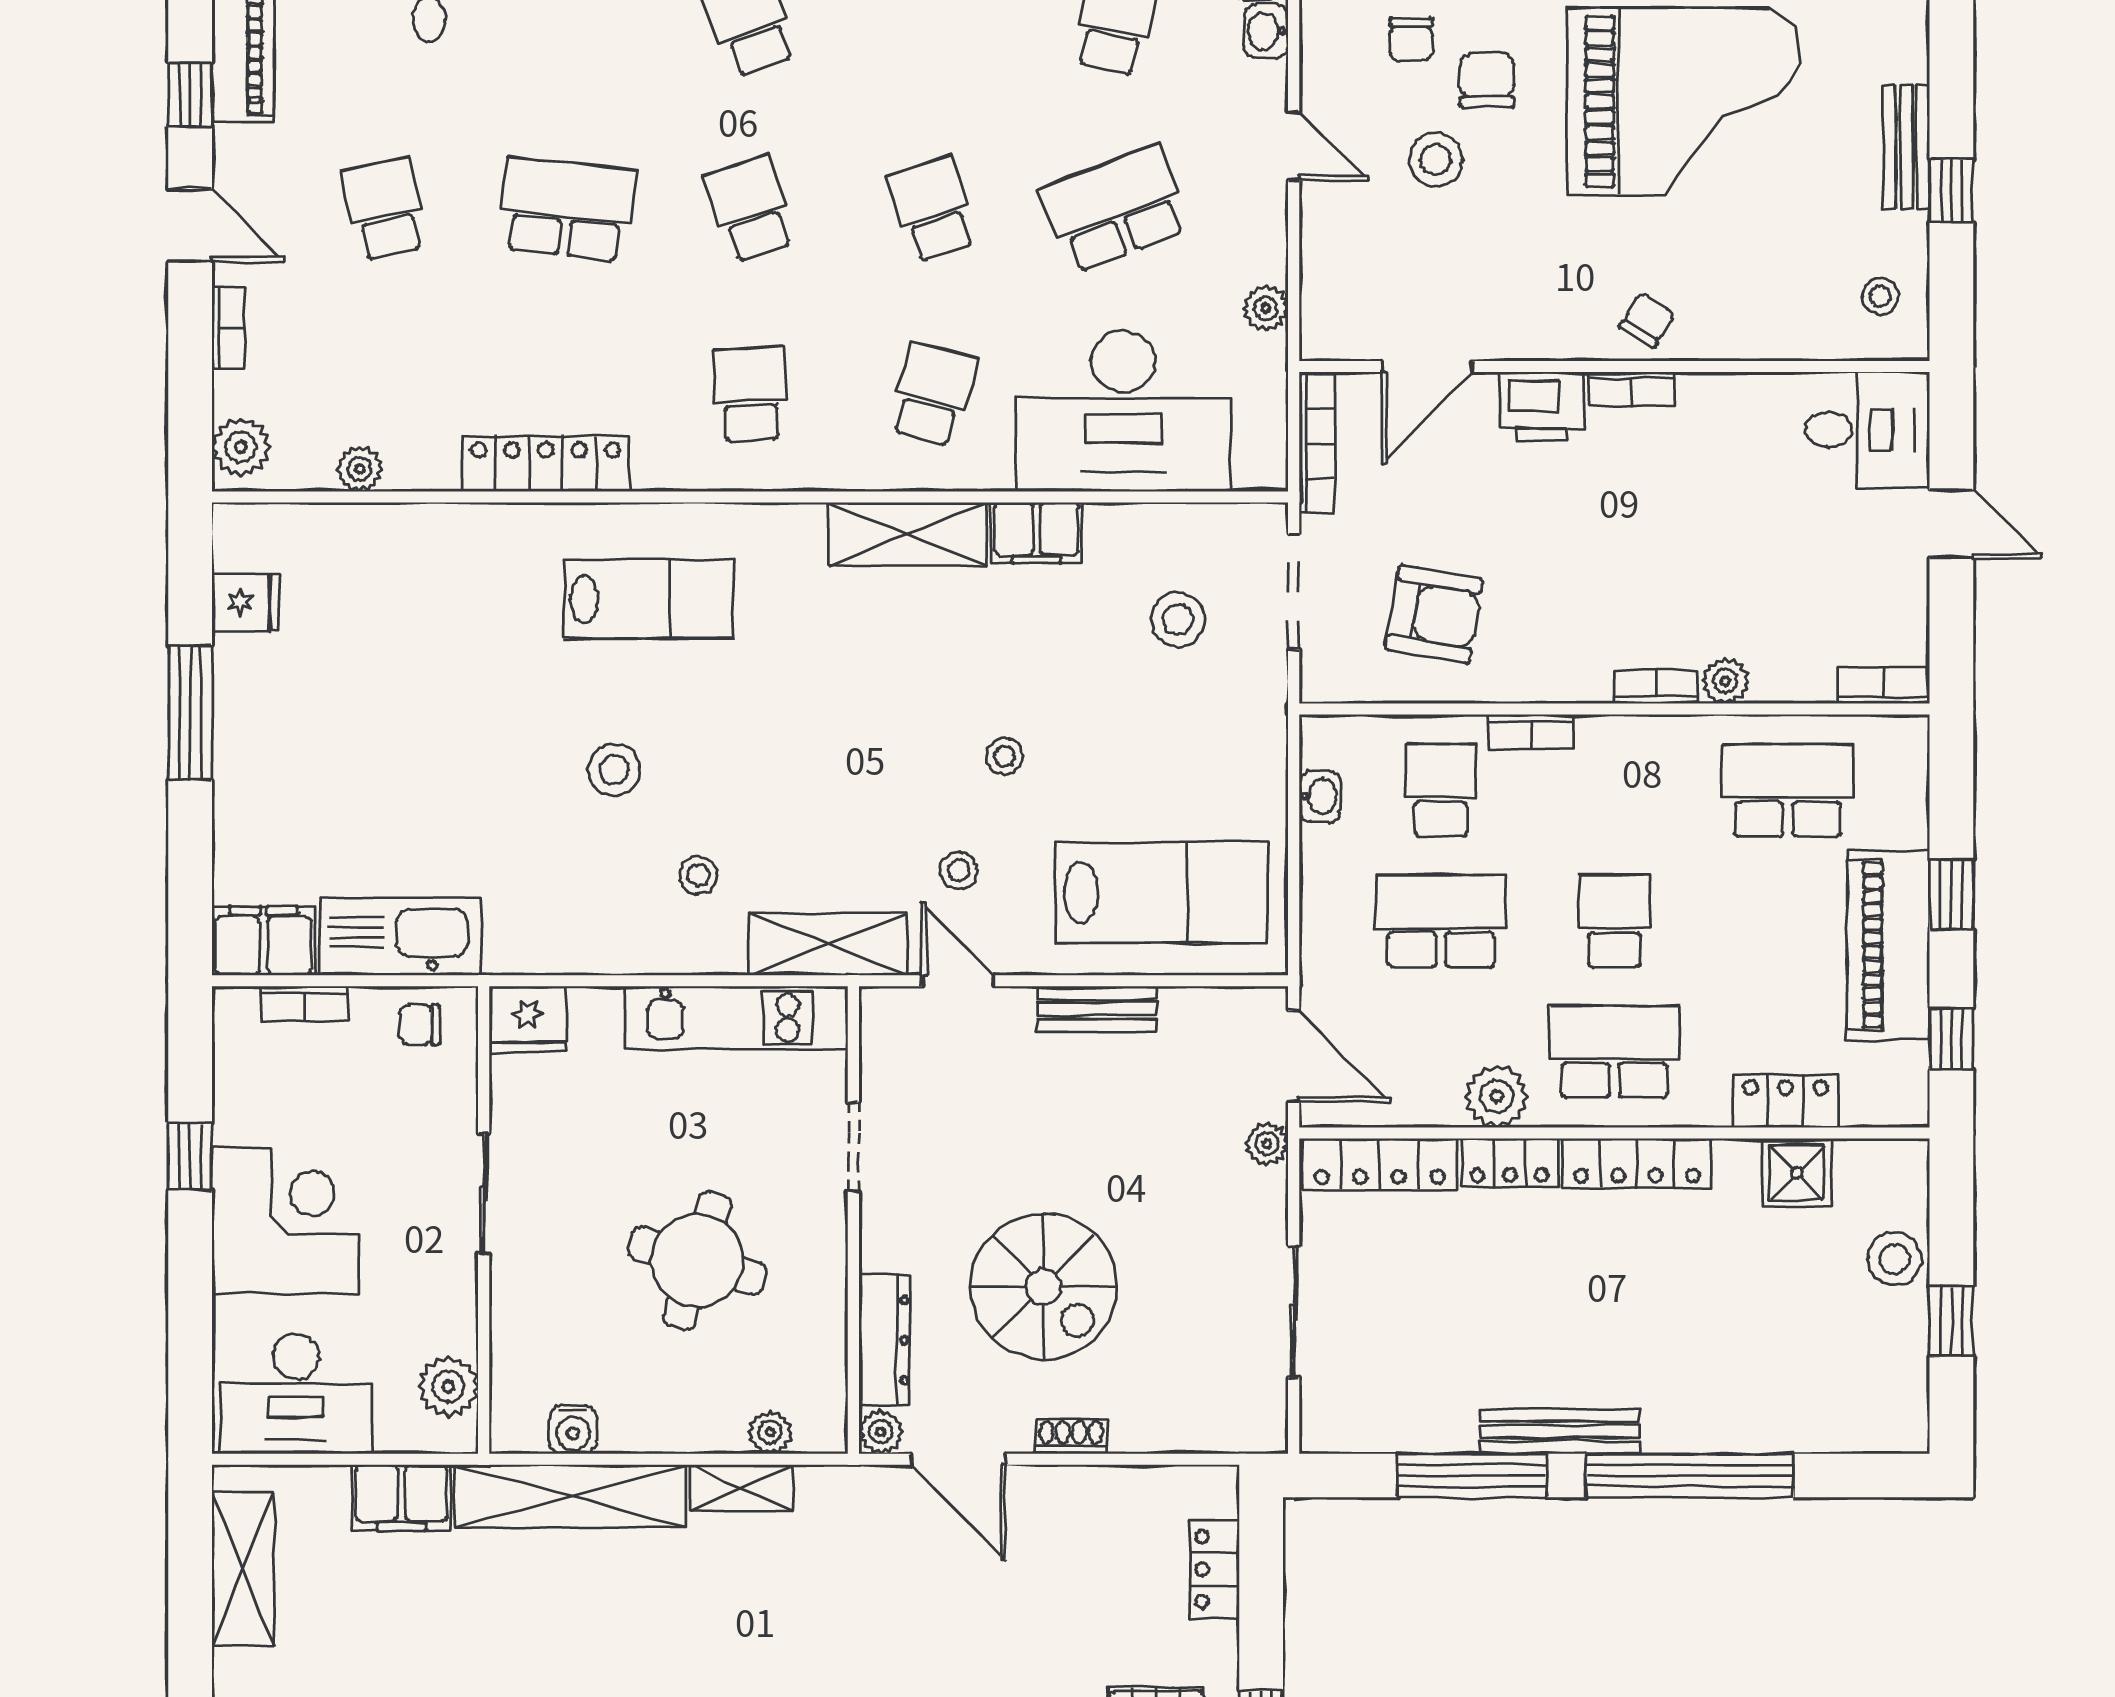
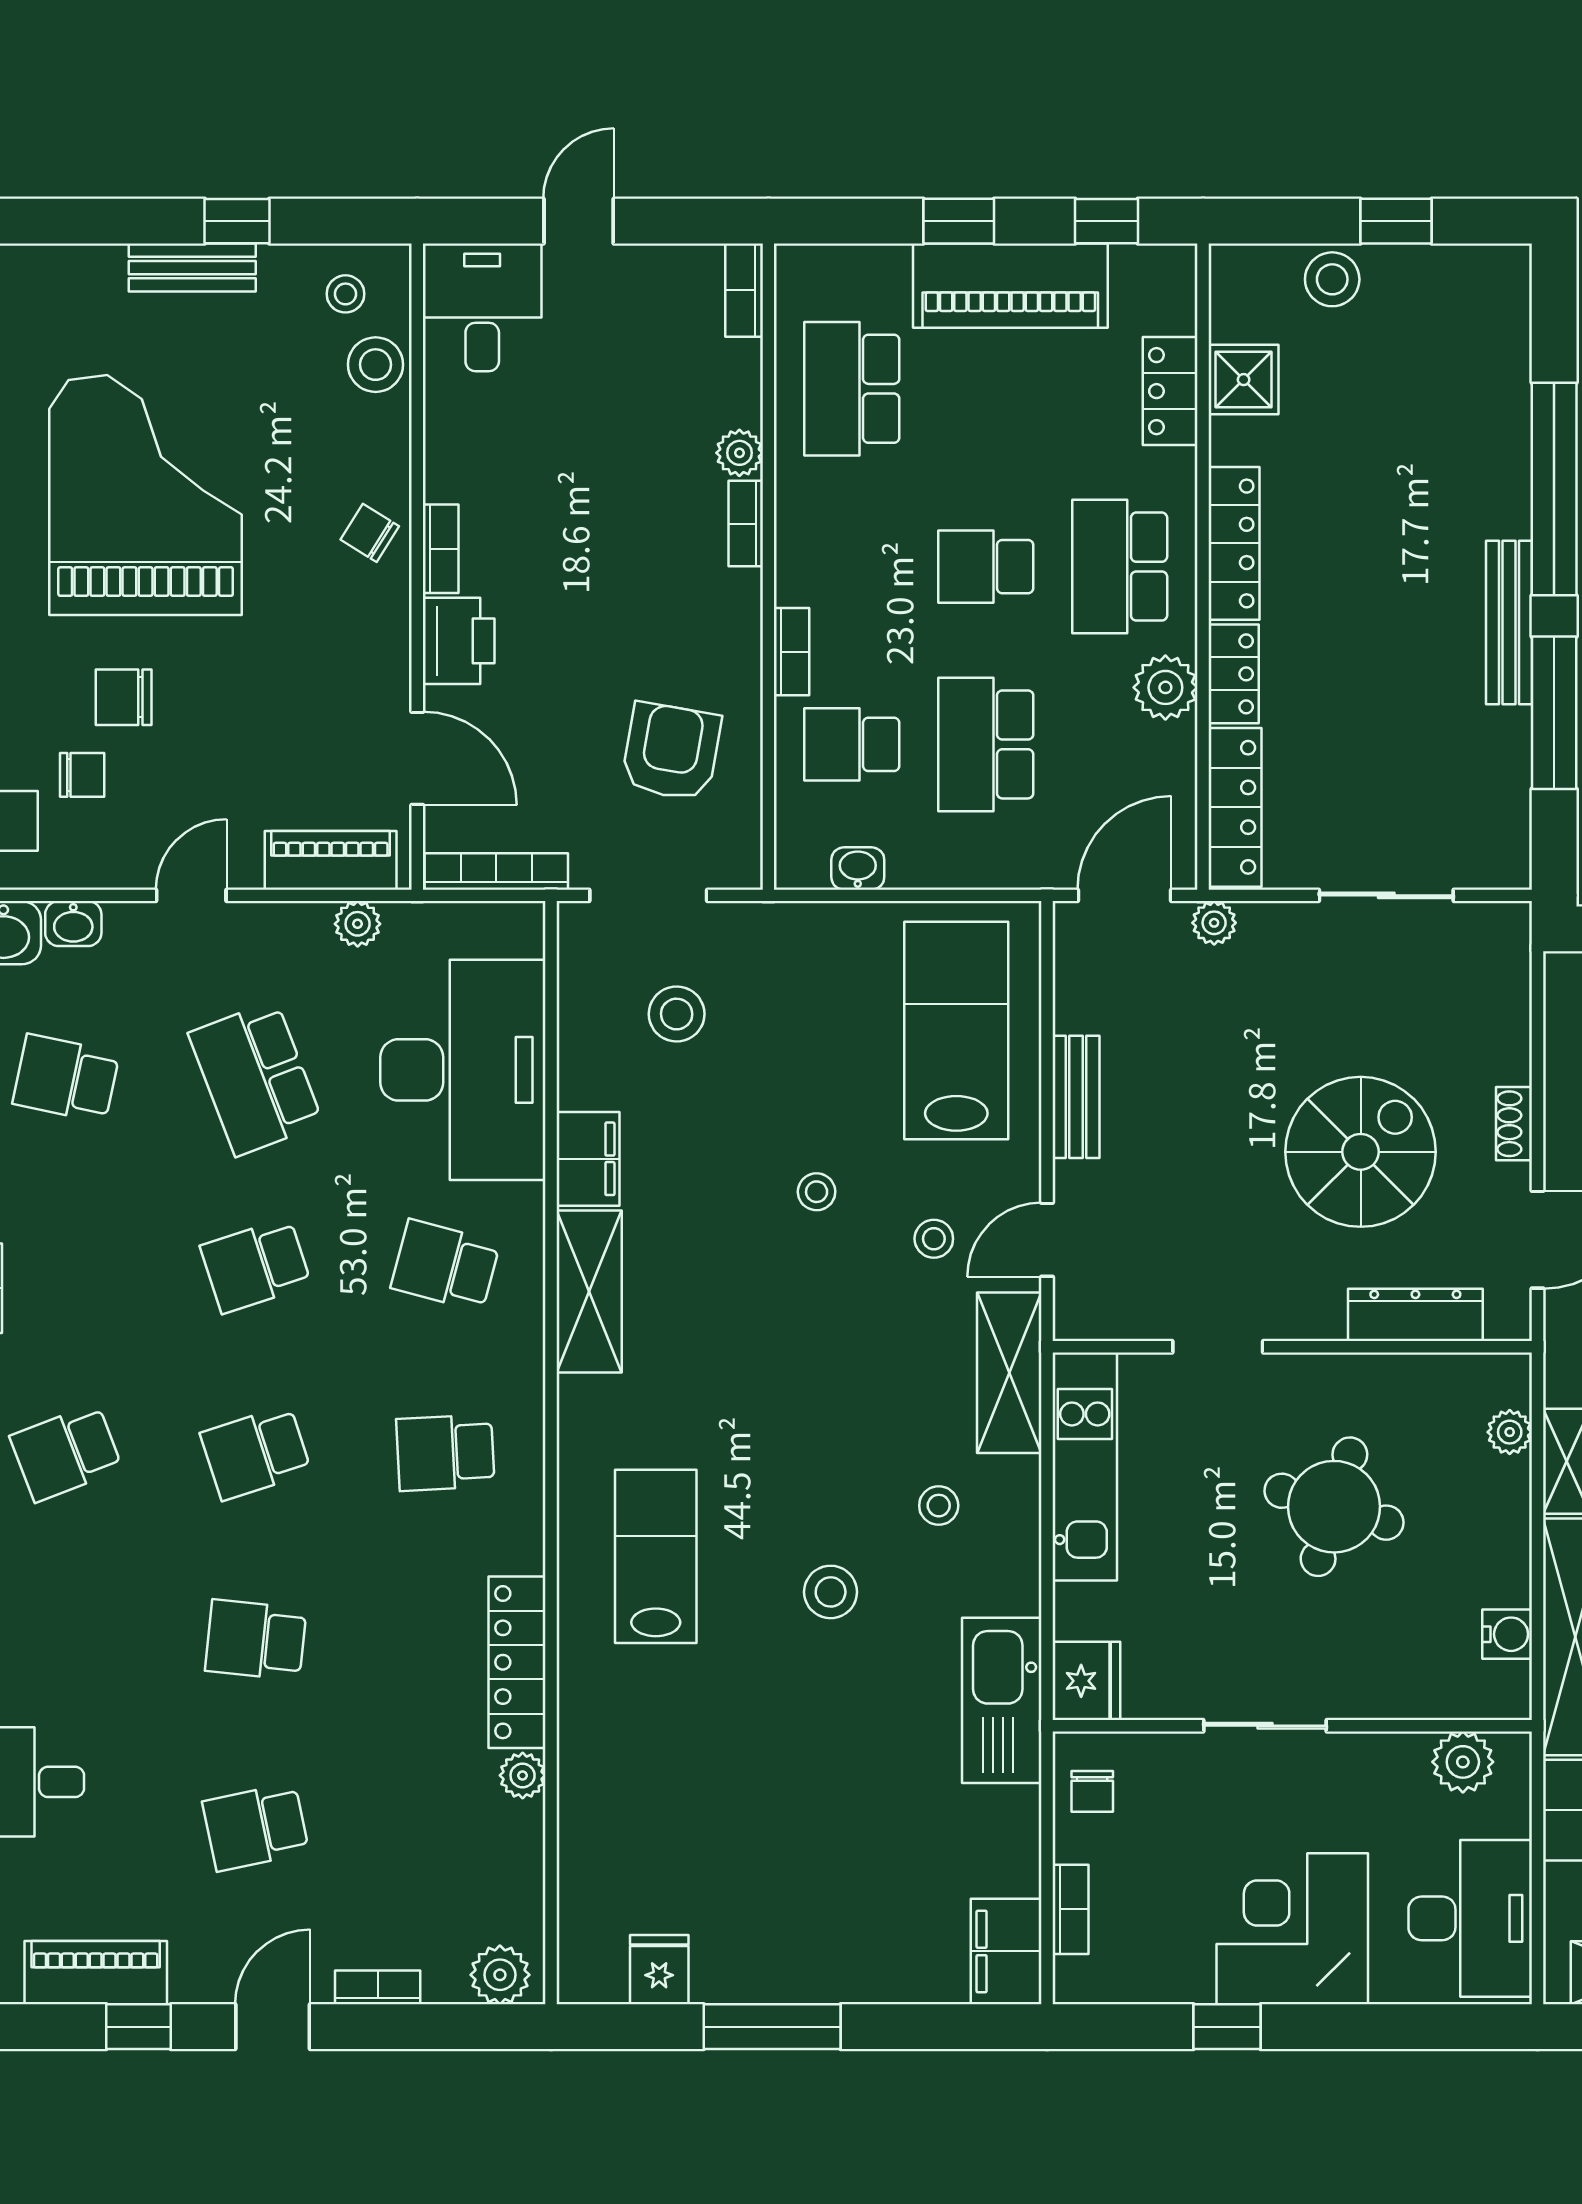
stool: (1436, 160) -> (376, 365), moved
school desk: (567, 209) -> (256, 1640), width x0.54
piano: (1328, 282) -> (331, 860), added
plant: (359, 469) -> (523, 1775), moved
kitchen sink: (400, 937) -> (1002, 1700), moved
plant: (881, 1432) -> (1509, 1319), removed

